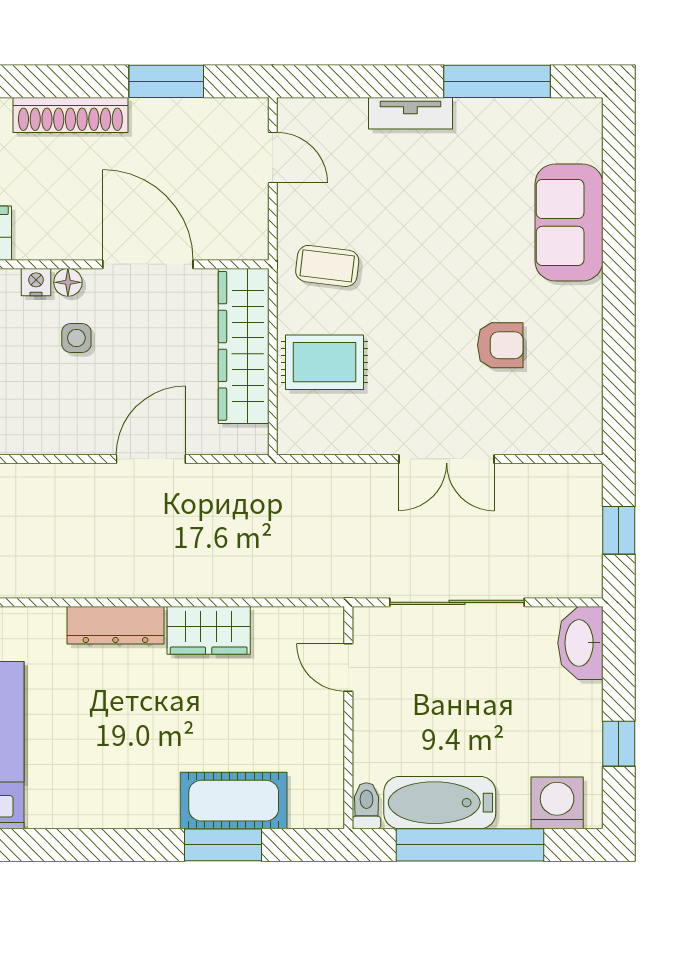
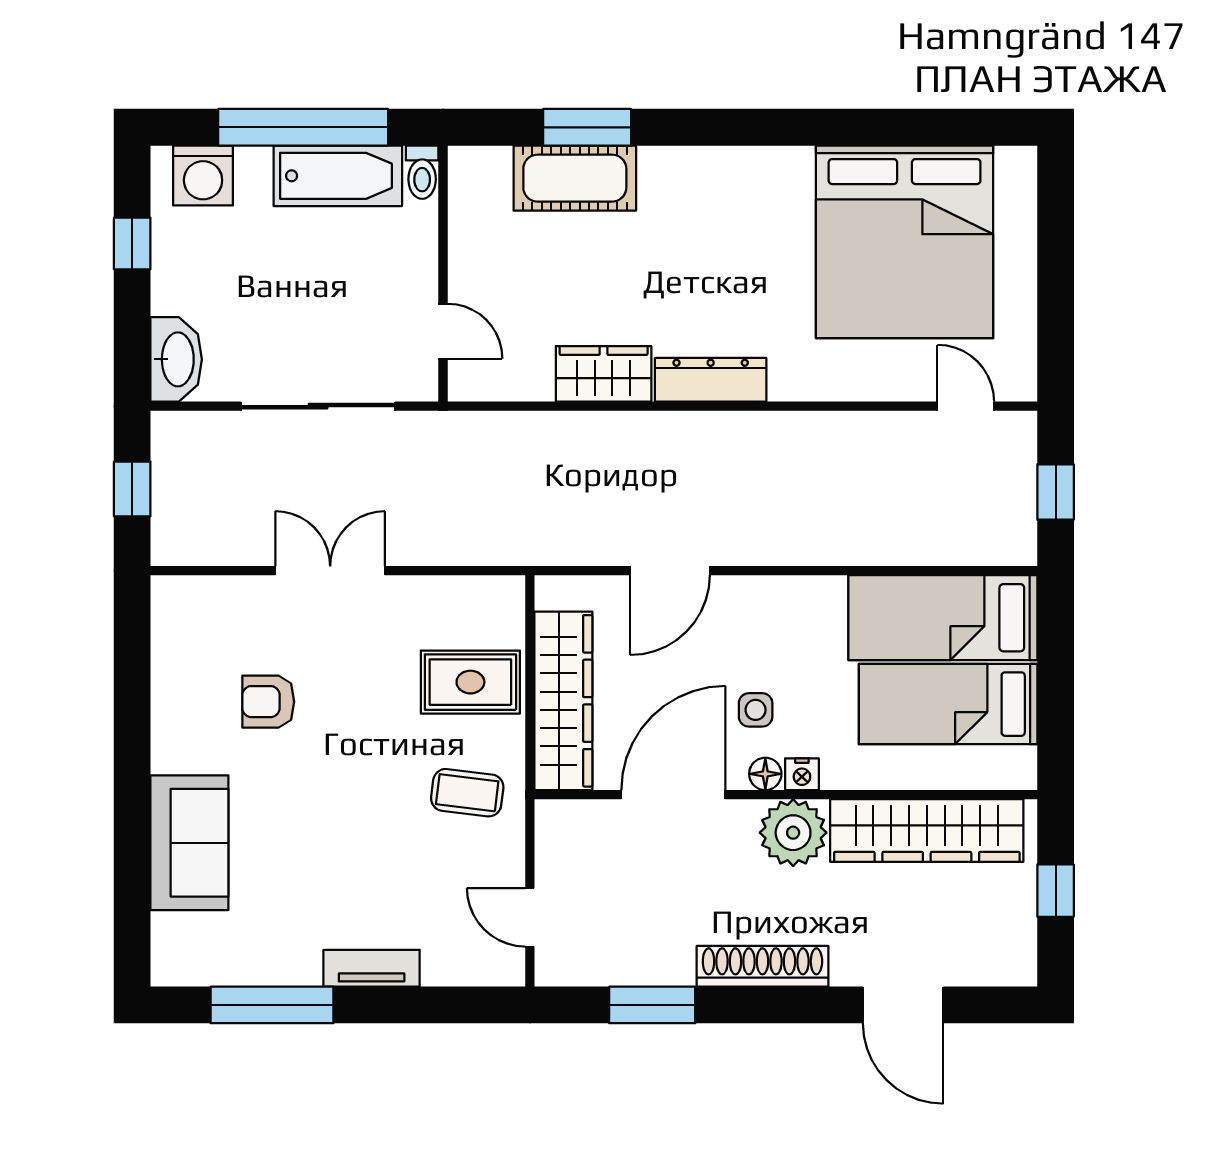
plant: (44, 231) -> (793, 833), added
door: (148, 264) -> (673, 795), swing flipped

